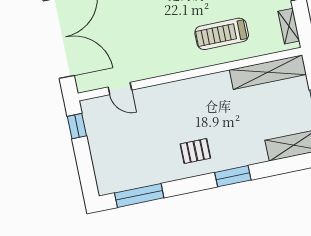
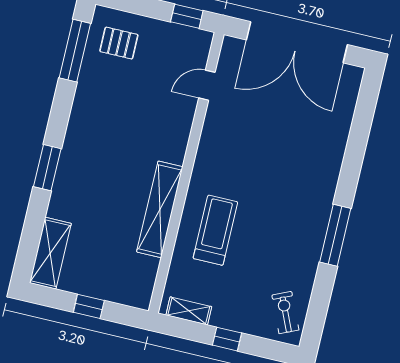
shelving: (268, 72) -> (160, 209), moved
pallet: (195, 151) -> (119, 43), moved, turned 90

